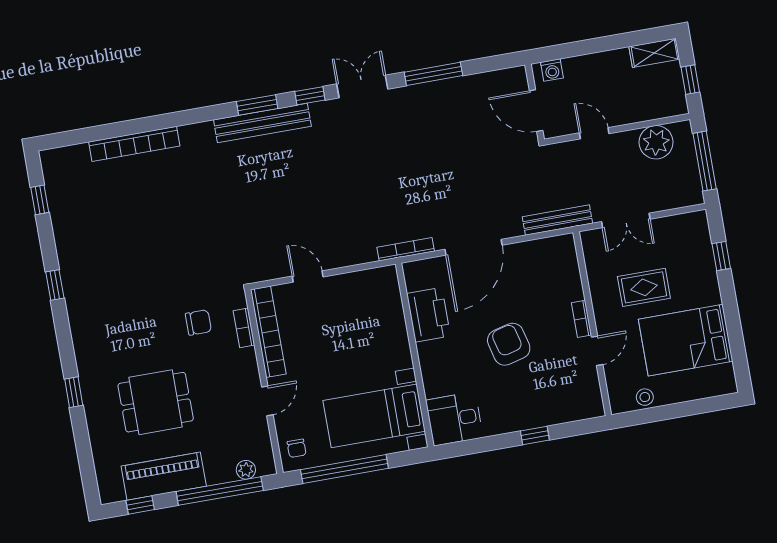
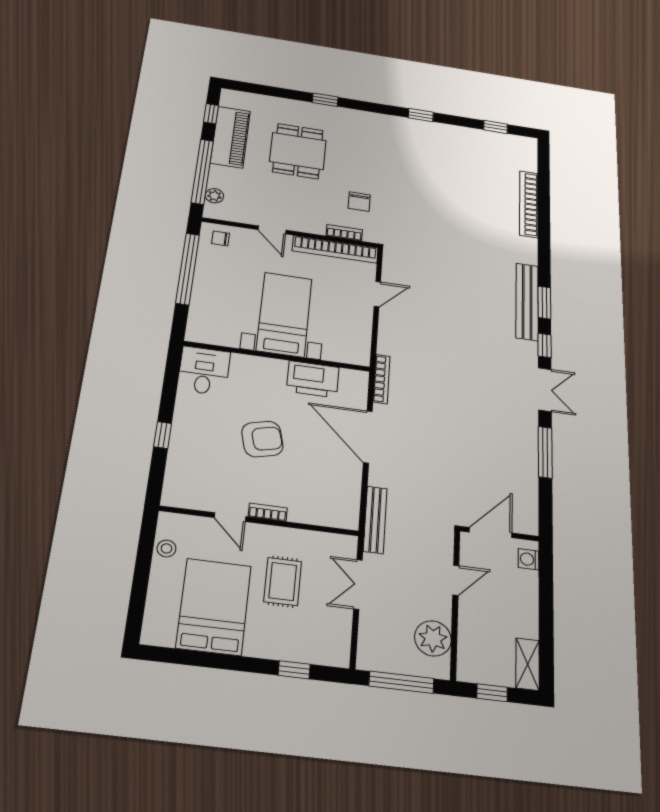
bed with nightstands: (374, 416) -> (284, 314), moved

